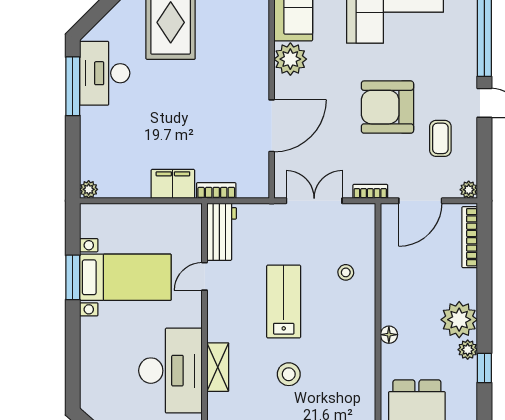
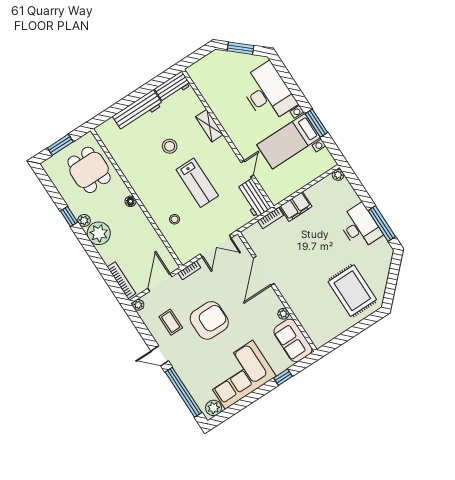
plant: (290, 59) -> (283, 314), width x0.53, depth x0.53
desk: (105, 73) -> (360, 227), moved
desk: (170, 371) -> (268, 93), moved, turned 180

